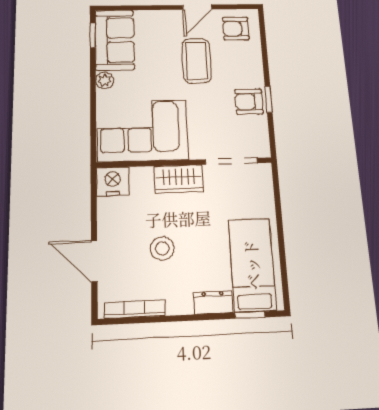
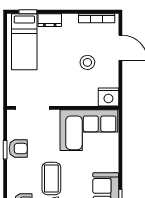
plant: (105, 80) -> (113, 166), removed
wardrobe: (179, 179) -> (67, 97), removed
stool: (162, 248) -> (87, 62), moved

